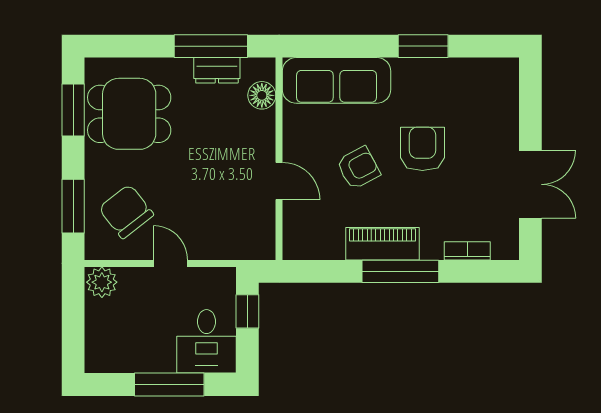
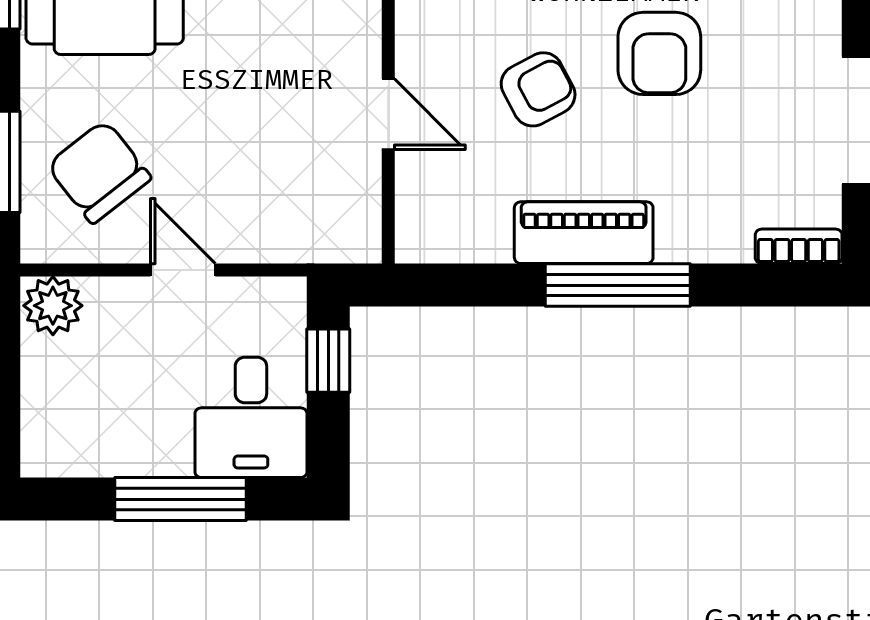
armchair: (422, 149) -> (659, 53), turned 180
bookcase: (467, 251) -> (799, 246), moved

